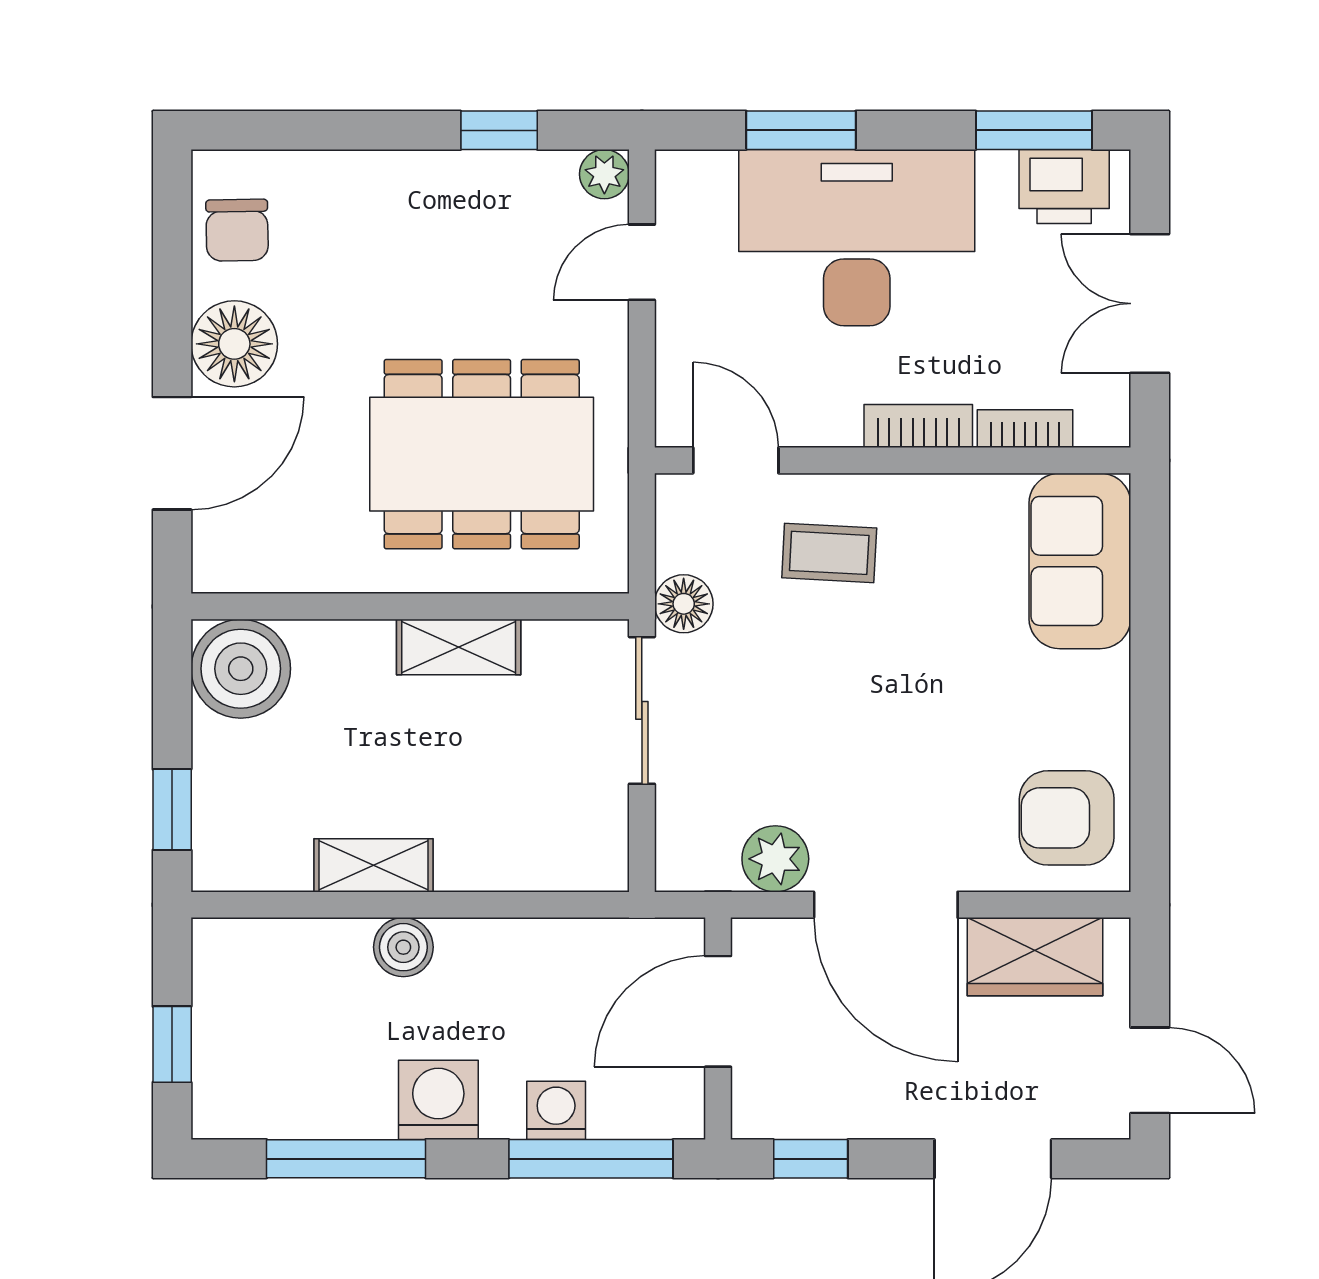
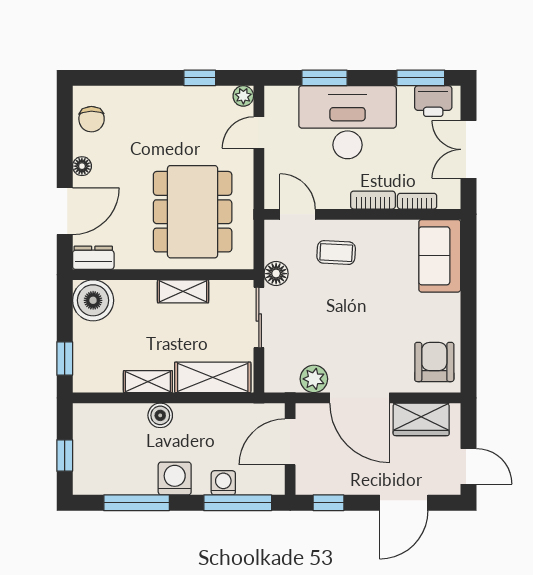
floor lamp: (234, 344) -> (82, 166), width x0.53, depth x0.53
dining table: (482, 454) -> (193, 212), turned 90
dresser: (241, 565) -> (93, 258), added
armchair: (1067, 818) -> (434, 362), turned 90
shelving: (531, 855) -> (213, 377), added

